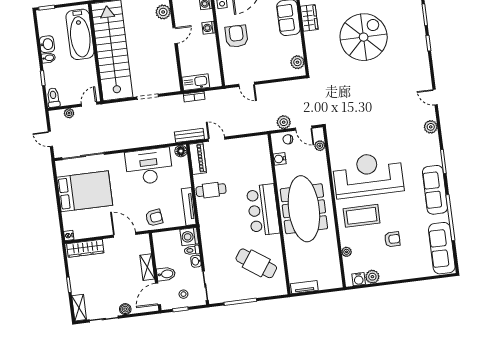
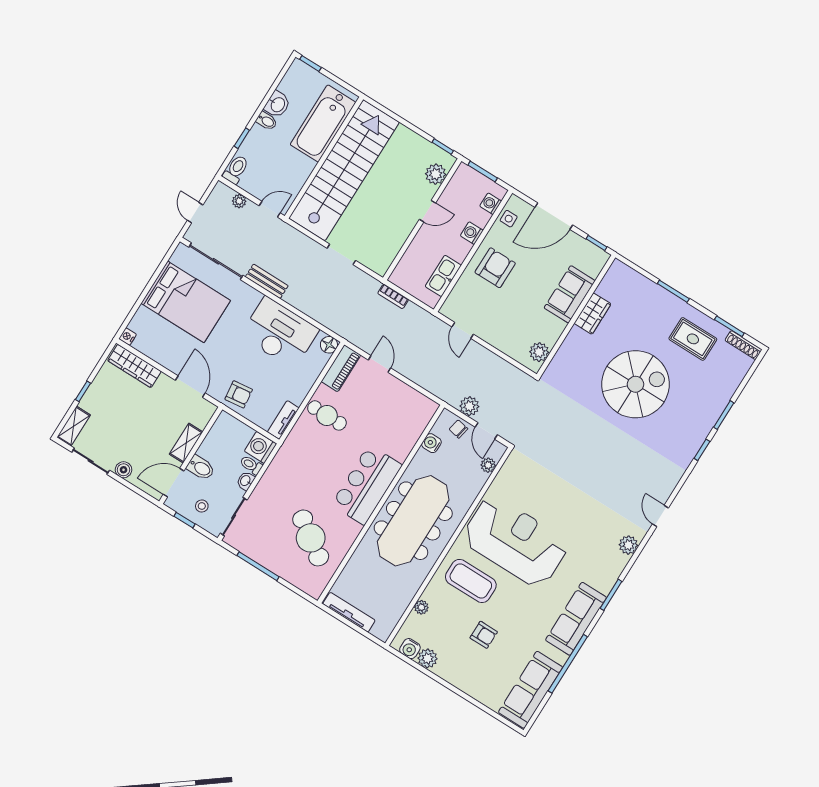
kitchen sink: (196, 82) -> (443, 276), moved, turned -90
bench: (189, 135) -> (267, 281), moved
tv unit: (189, 206) -> (283, 420), width x0.71
tv unit: (304, 287) -> (349, 612), width x1.41

